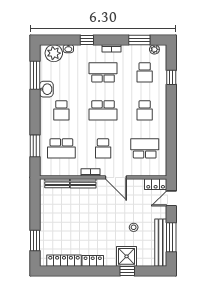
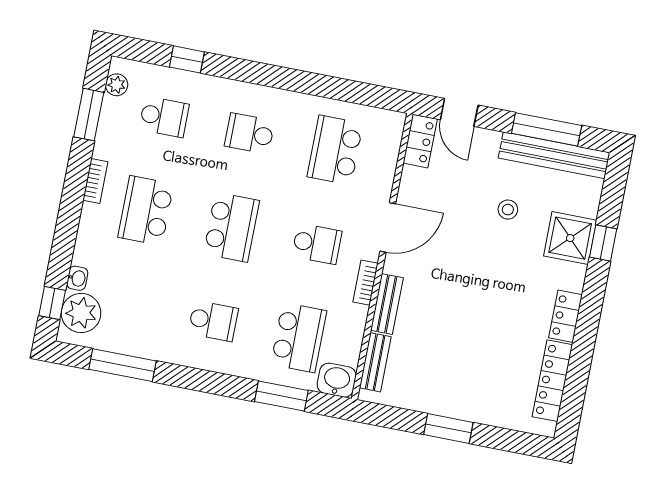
window: (87, 40) -> (52, 303), moved
washbasin: (46, 89) -> (337, 380), moved
school desk: (145, 110) -> (250, 133), turned 180
window: (35, 241) -> (448, 428), moved

